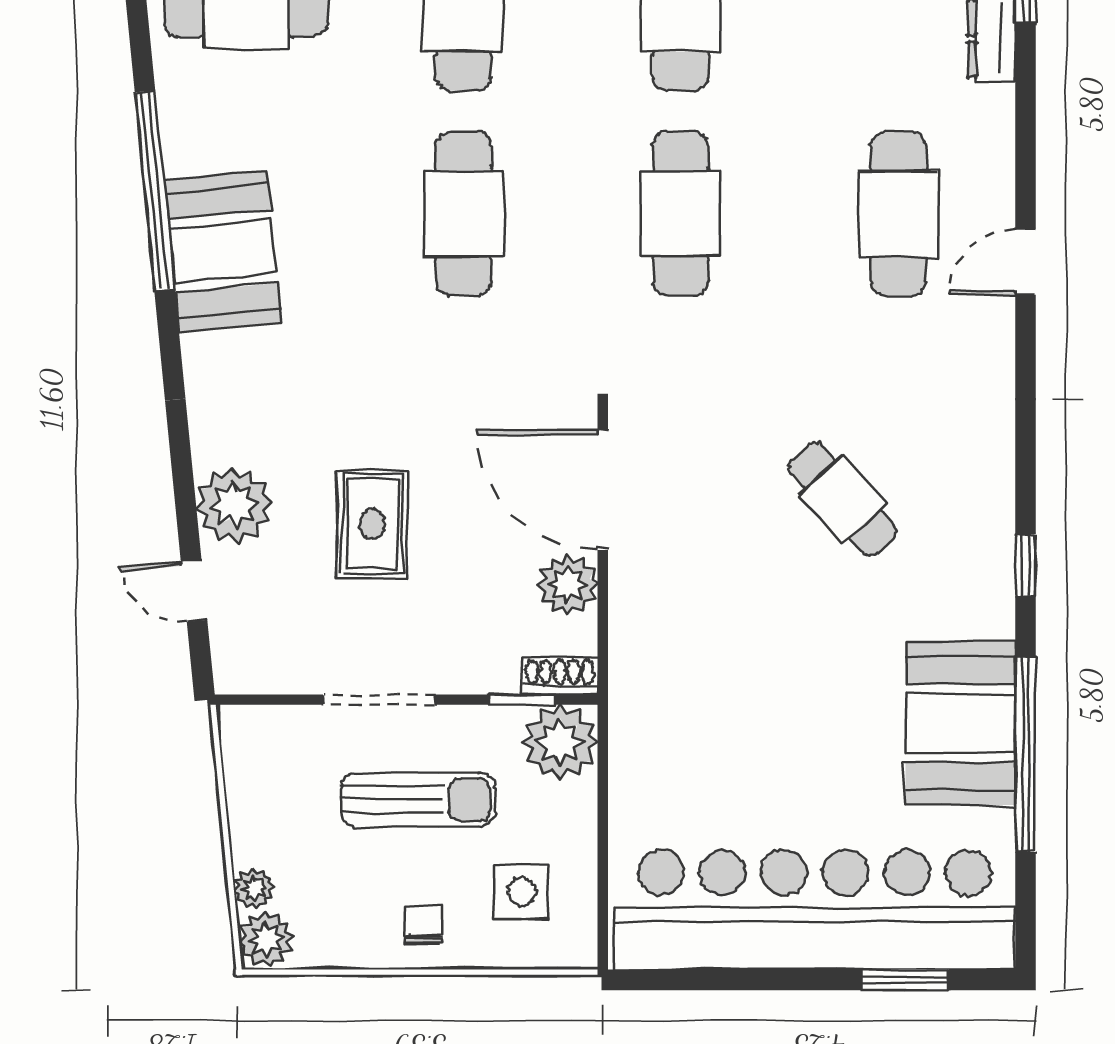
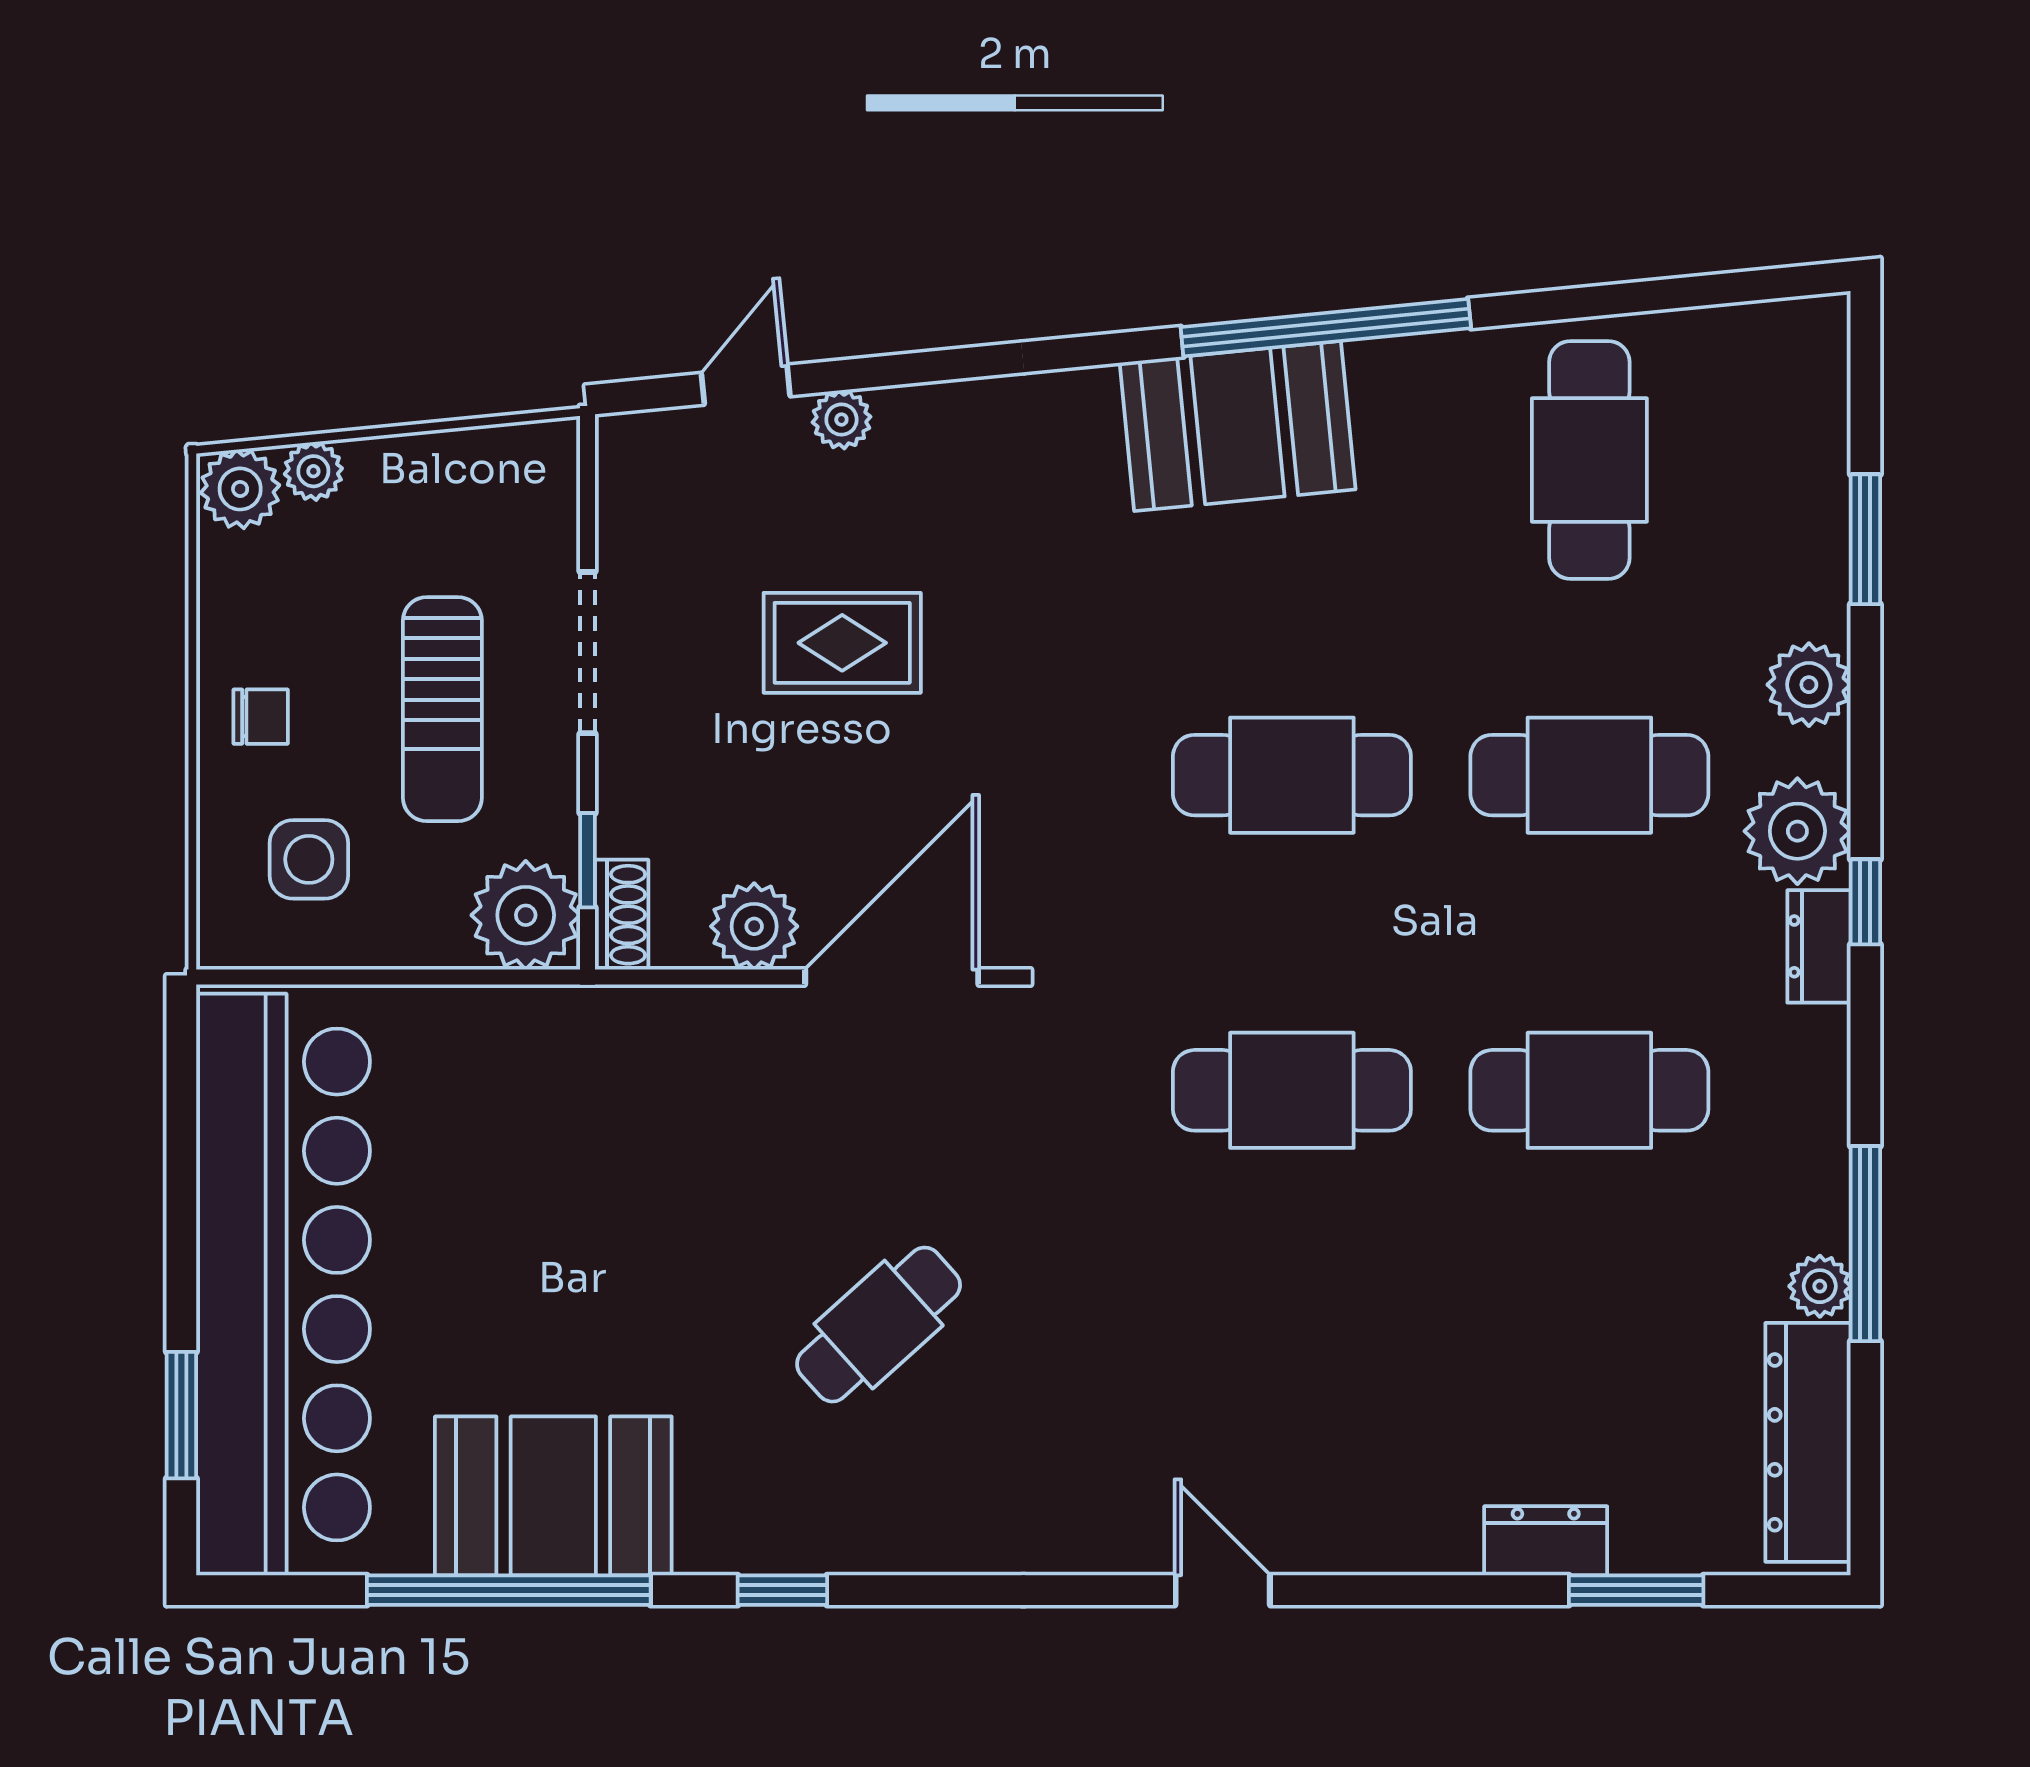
cafe table: (898, 214) -> (1292, 1405), removed
plant: (234, 505) -> (841, 420), width x0.53, depth x0.53

